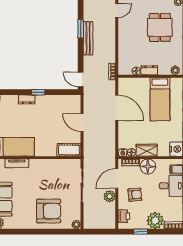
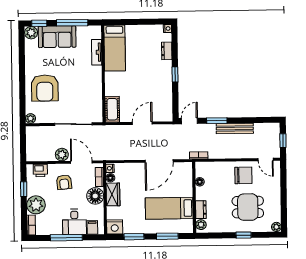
window: (81, 29) -> (217, 121), moved
chair: (131, 31) -> (243, 175), added
dresser: (149, 70) -> (201, 210), moved
dresser: (27, 99) -> (167, 51), moved

